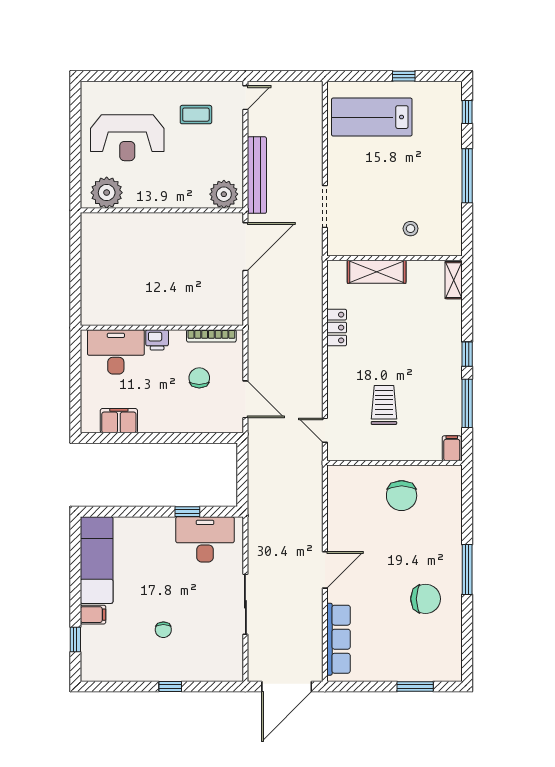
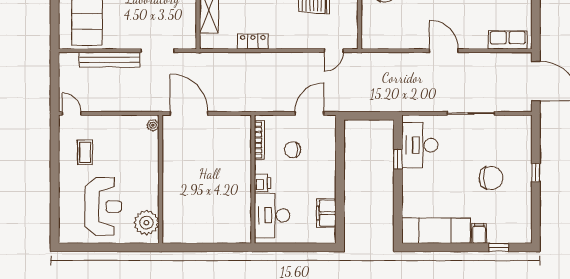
bench: (257, 175) -> (109, 60), moved
plant: (224, 194) -> (153, 125), width x0.53, depth x0.53
chair: (163, 630) -> (491, 178), width x1.87, depth x1.87
row of seats: (339, 639) -> (508, 40), width x0.68

